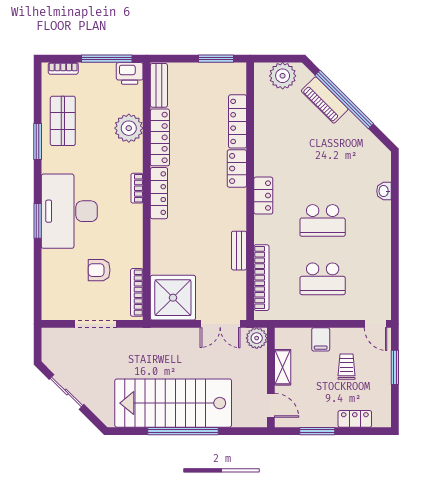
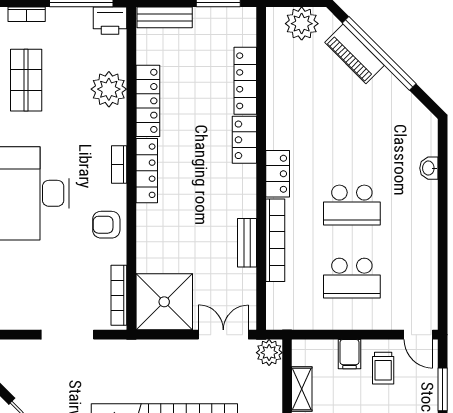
bench: (159, 85) -> (165, 17), moved, turned 90
armchair: (99, 270) -> (106, 225), moved
bookcase: (261, 278) -> (275, 240), moved
double door: (220, 324) -> (223, 335), swing flipped
trolley: (347, 367) -> (383, 368), moved, turned 180

